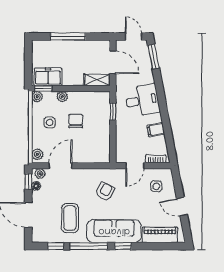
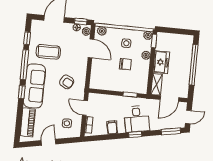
window: (68, 36) -> (194, 65), width x1.46
freezer: (48, 77) -> (161, 62), moved
window: (162, 100) -> (135, 135), added

